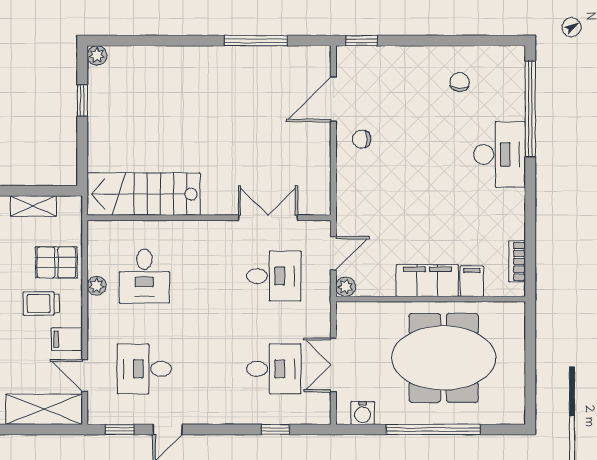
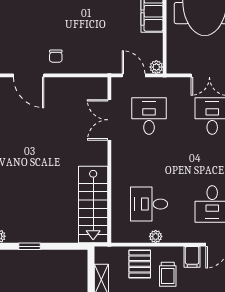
desk: (144, 276) -> (149, 204), turned 180

